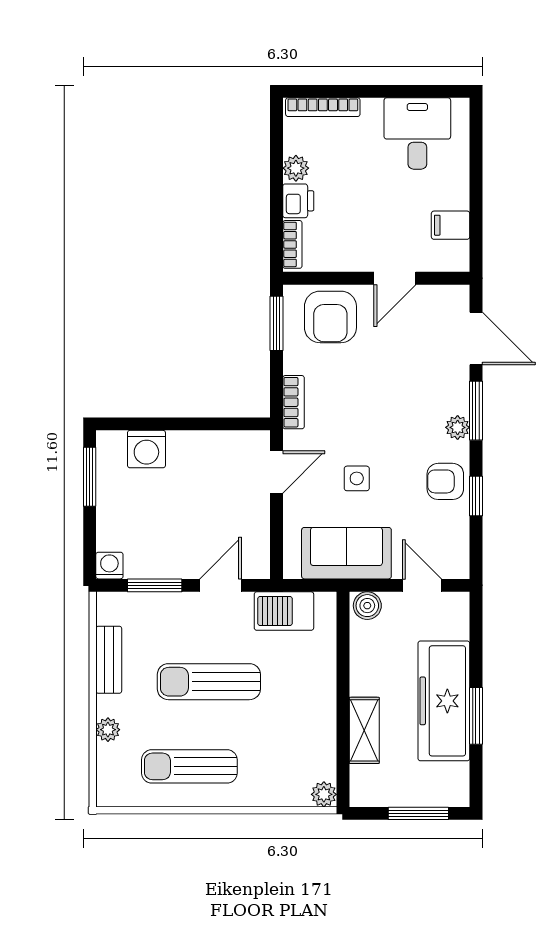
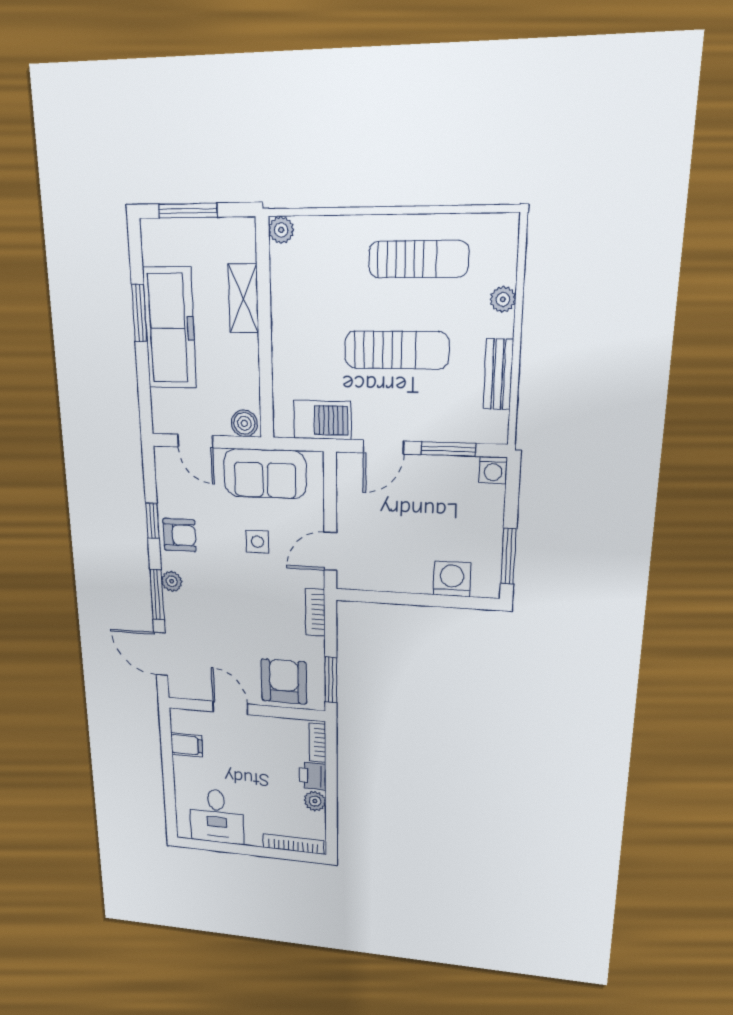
door: (395, 278) -> (230, 708), hinge flipped

